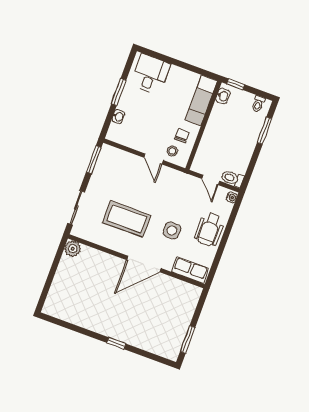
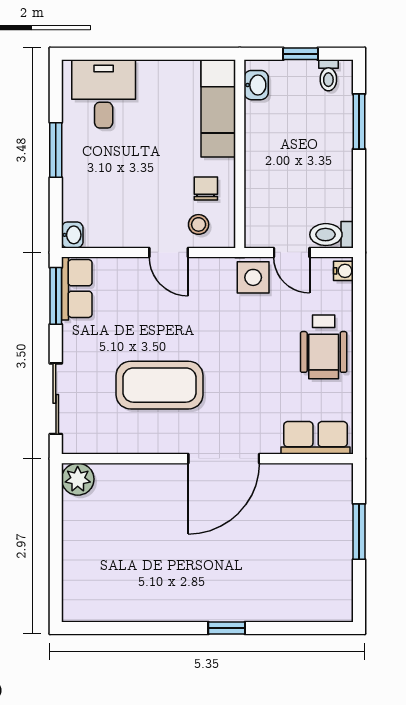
window: (236, 84) -> (301, 54), moved
washbasin: (118, 117) -> (72, 235), moved
row of seats: (105, 160) -> (77, 288), added
side table: (172, 230) -> (253, 277), moved
window: (188, 340) -> (359, 532), moved

